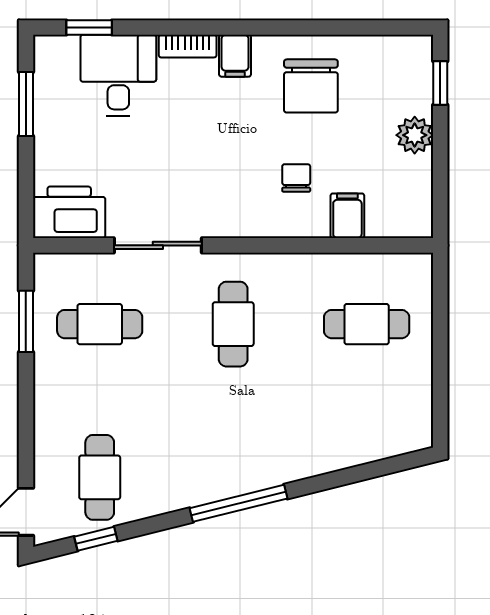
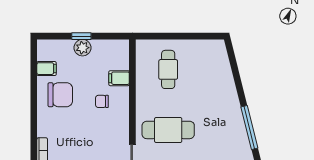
filing cabinet: (235, 56) -> (47, 69), moved
window: (440, 83) -> (81, 36), moved
cafe table: (233, 324) -> (168, 130), width x1.37, depth x1.35

